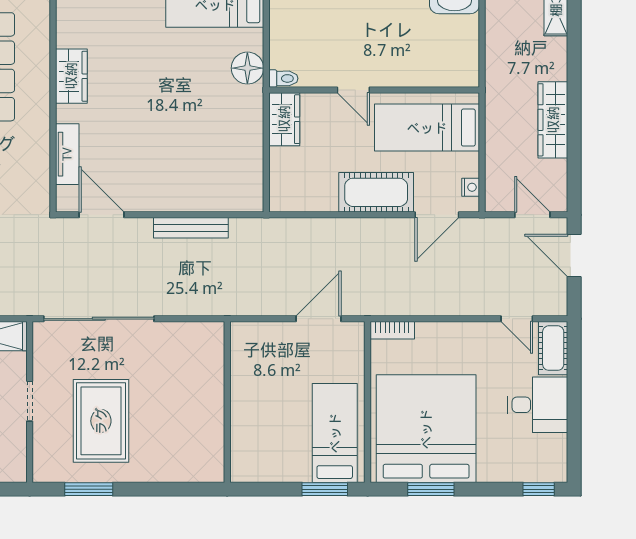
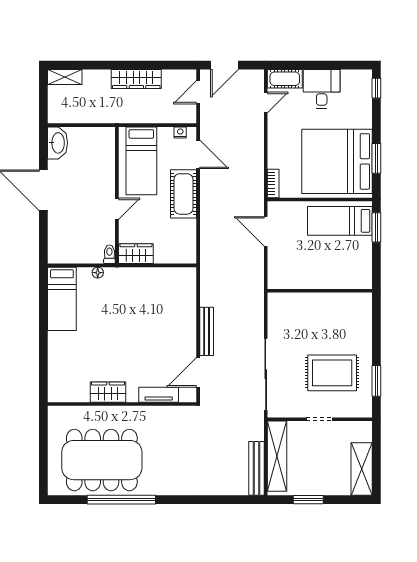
floor lamp: (247, 68) -> (98, 273), width x0.53, depth x0.53
bench: (191, 228) -> (207, 331), moved

